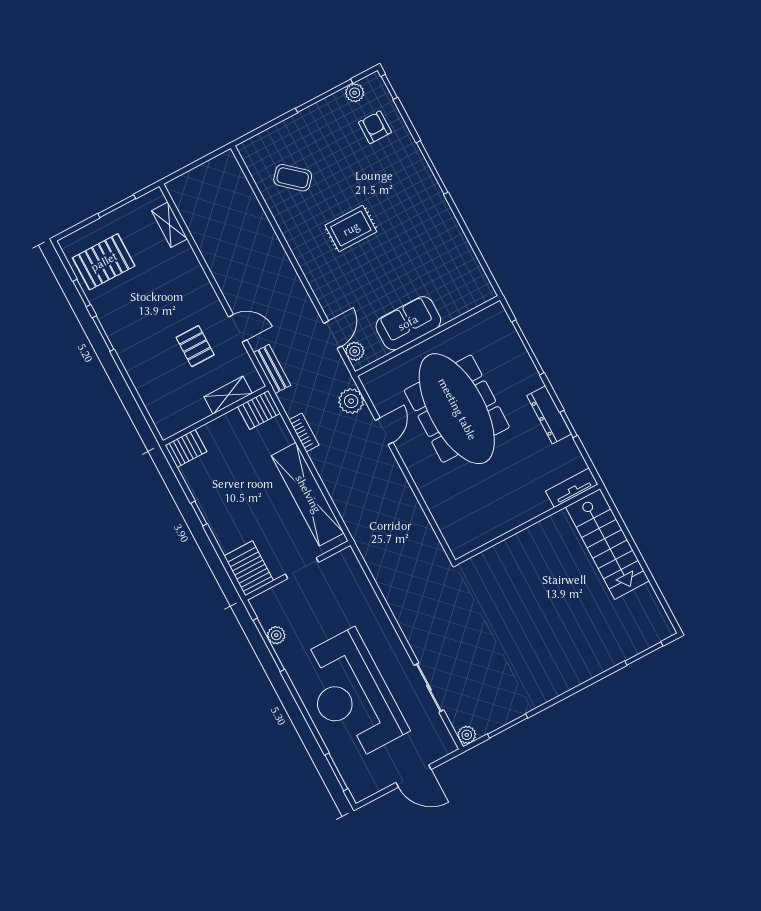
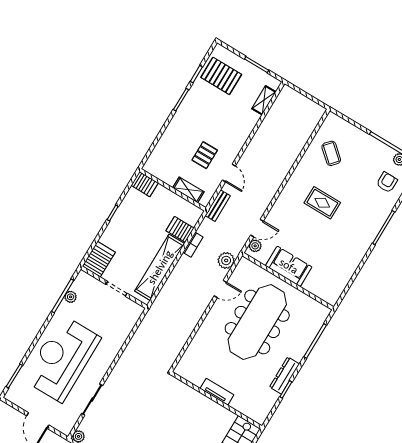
server rack: (259, 410) -> (180, 229), moved
tv unit: (572, 488) -> (217, 392), moved

